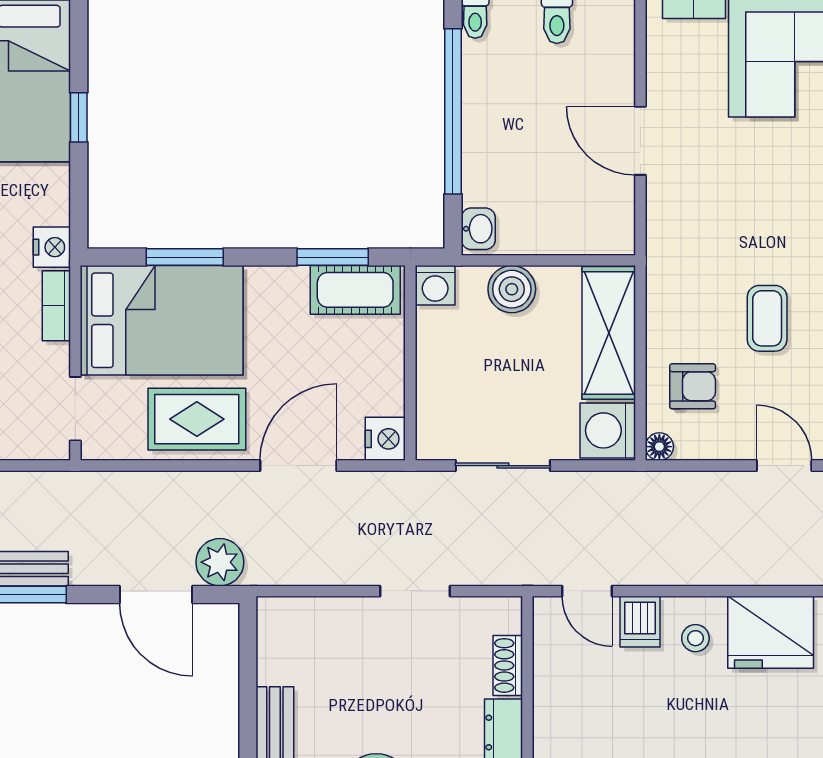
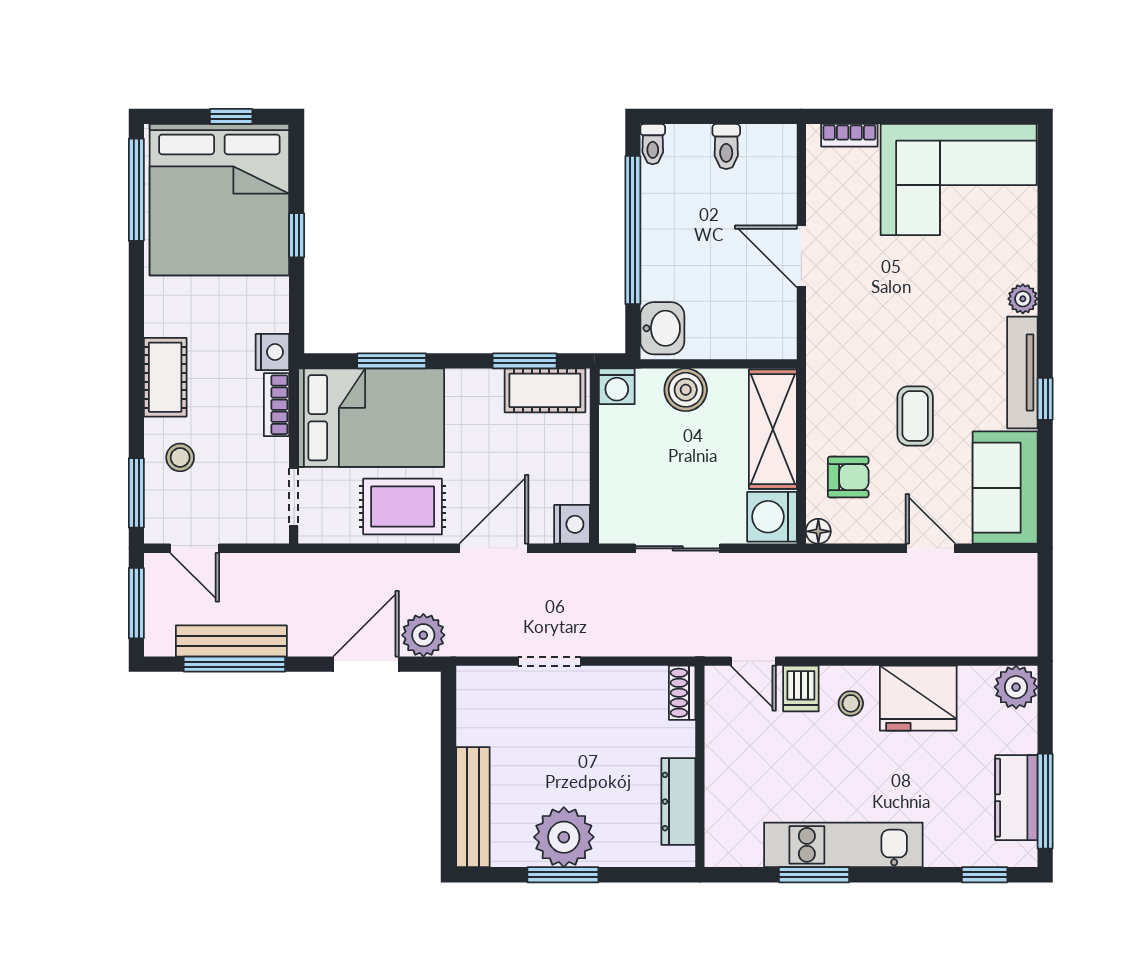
washbasin: (478, 229) -> (662, 328), width x1.38, depth x1.45
doorway: (415, 591) -> (550, 661), moved
door: (156, 594) -> (366, 664), swing flipped
shoe rack: (508, 665) -> (682, 693), moved

